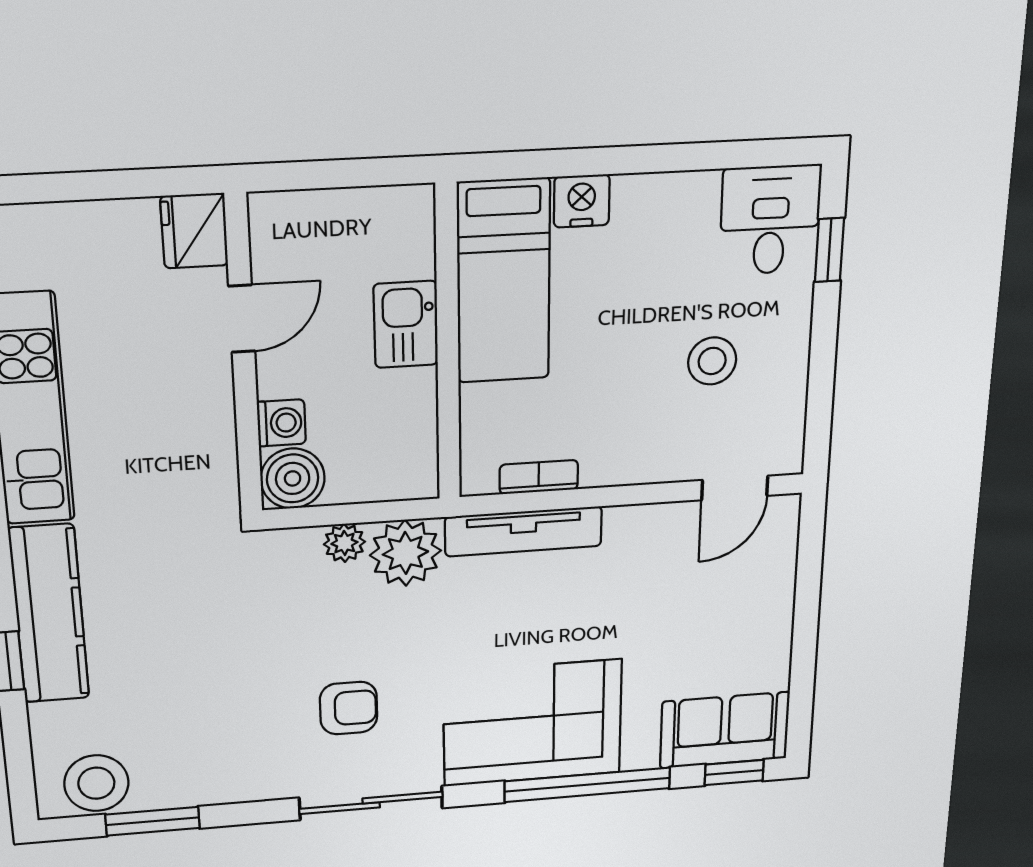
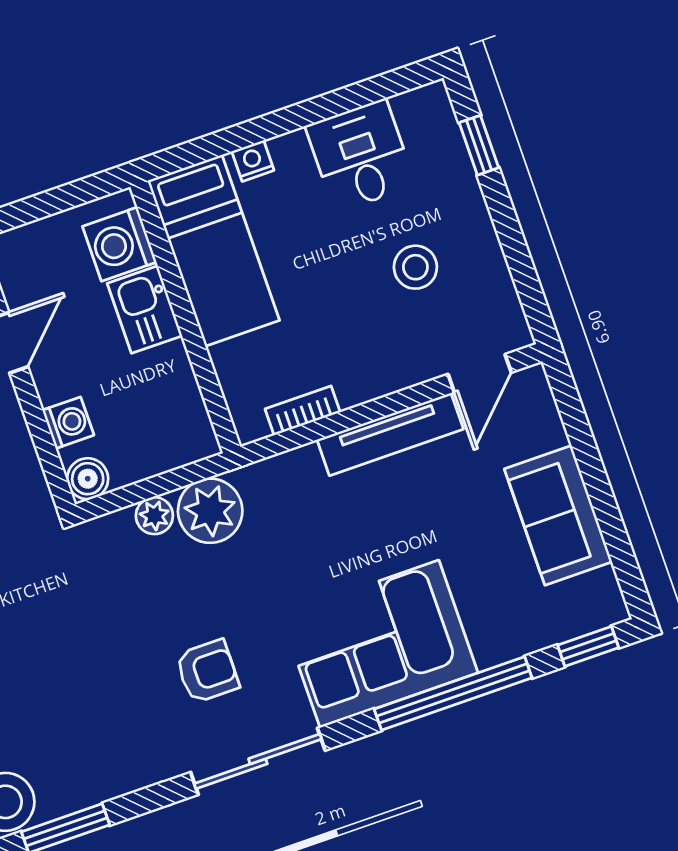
nightstand: (582, 201) -> (253, 161), width x0.72, depth x0.74
desk: (770, 220) -> (360, 156), moved
washing machine: (401, 244) -> (119, 244), added
boiler: (293, 478) -> (88, 479), width x0.73, depth x0.73
tv unit: (524, 531) -> (390, 434), moved
sofa: (725, 730) -> (558, 515), moved, turned -90

